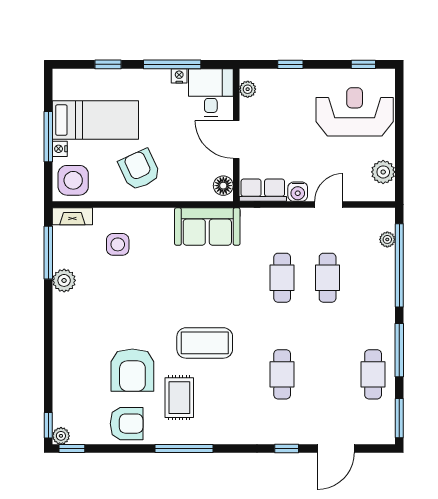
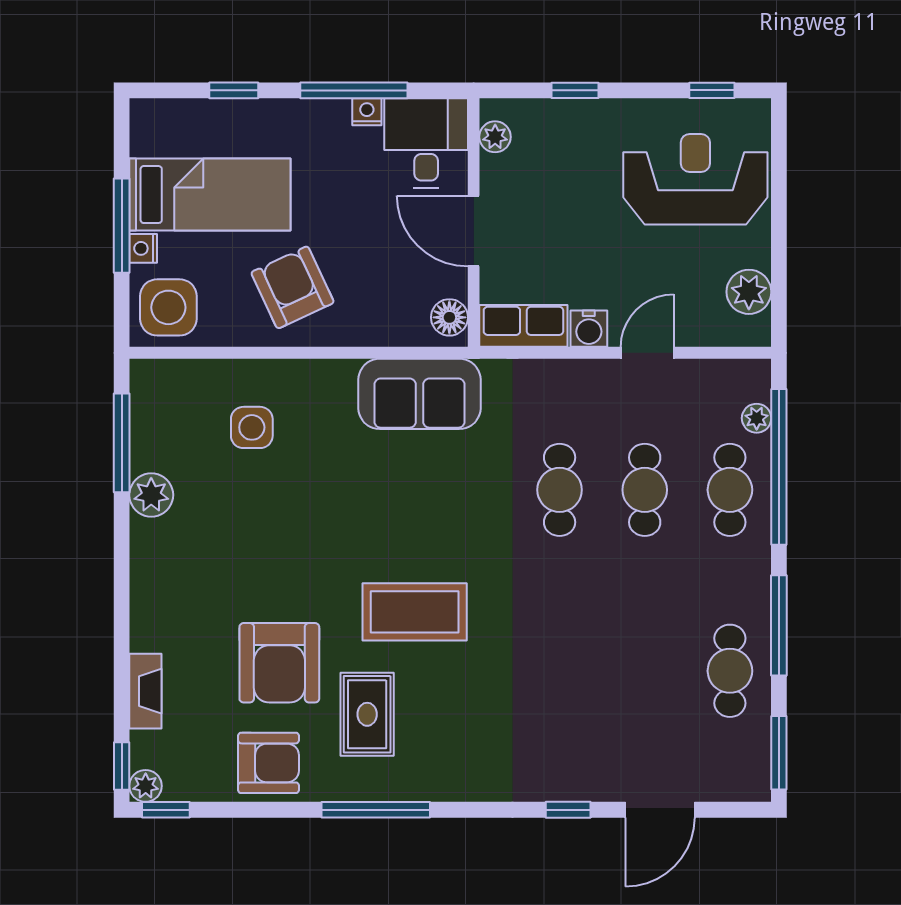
fireplace: (72, 216) -> (145, 691), moved, turned -90
cafe table: (282, 374) -> (730, 490), moved

